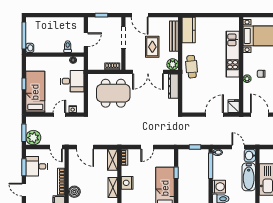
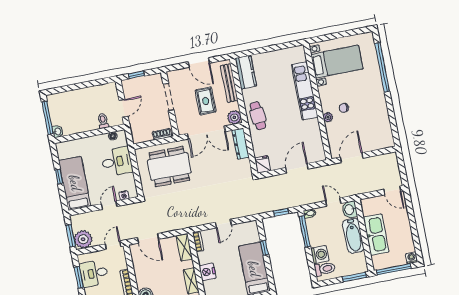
door: (140, 15) -> (199, 63), moved
fridge: (234, 106) -> (263, 164), moved
door: (260, 115) -> (352, 158), hinge flipped
door: (56, 147) -> (113, 245), swing flipped

